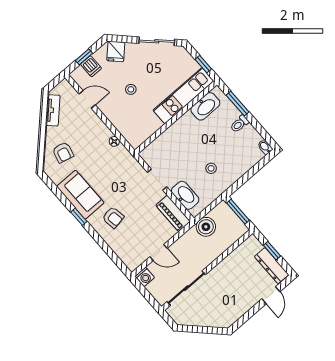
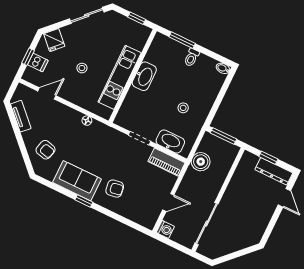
kitchen unit: (183, 96) -> (120, 77), moved
washbasin: (205, 106) -> (144, 76), moved

